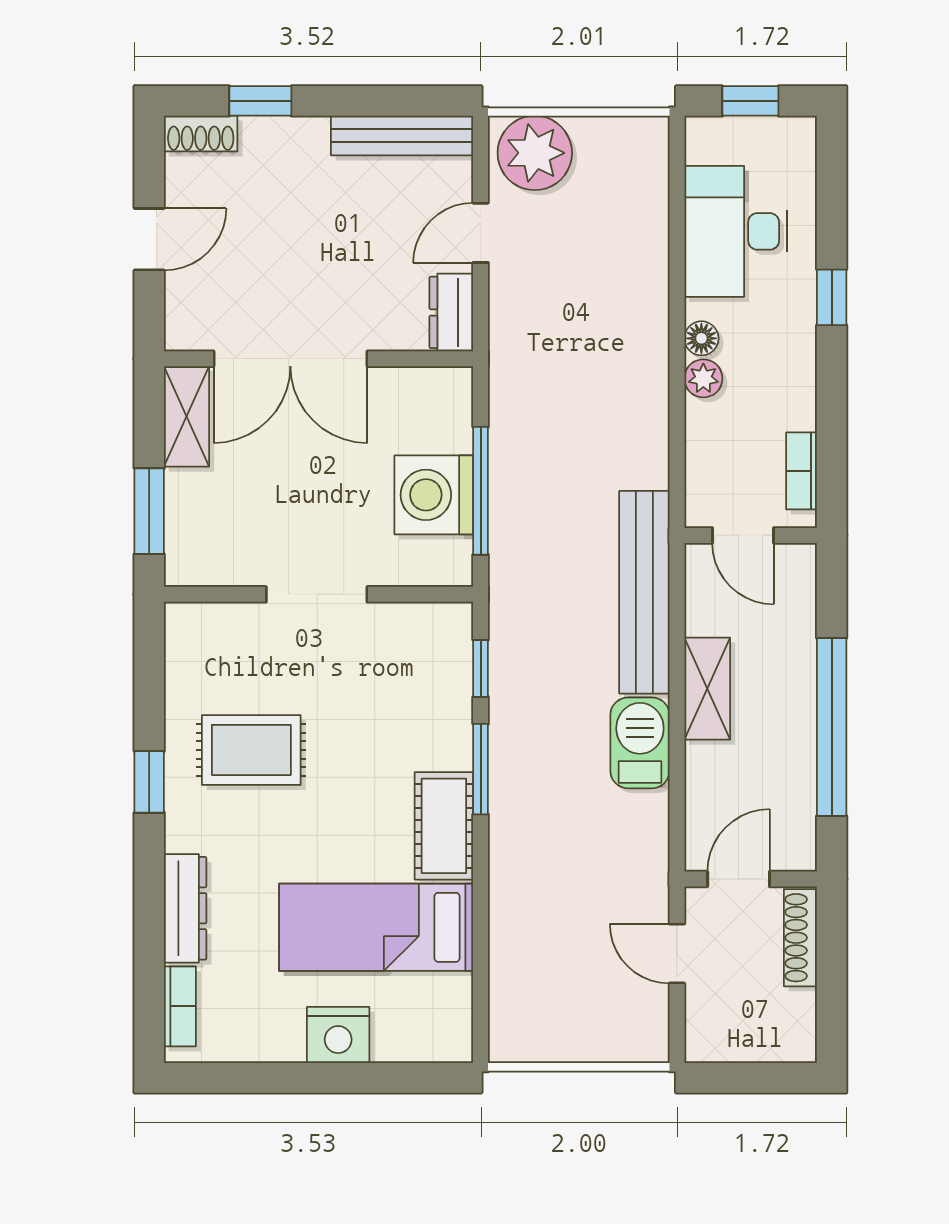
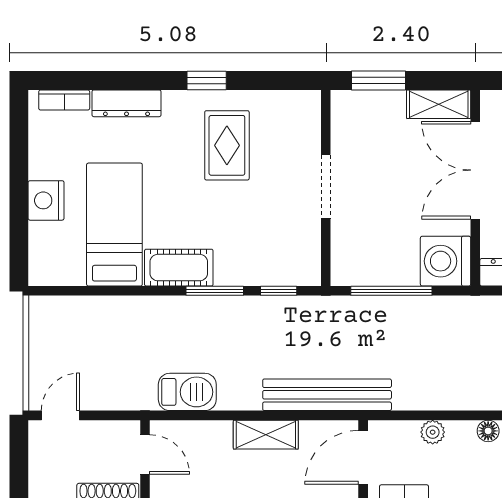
plant: (703, 378) -> (433, 432), moved
washing machine: (434, 495) -> (446, 261), moved, turned -90
door: (743, 535) -> (363, 457), width x1.38
barbecue: (640, 743) -> (187, 392), moved
door: (677, 954) -> (60, 415), moved

